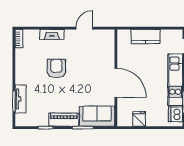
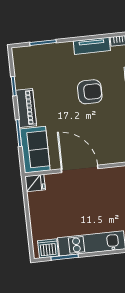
door: (116, 83) -> (80, 169), swing flipped
tv unit: (20, 99) -> (92, 46), moved
fridge: (139, 119) -> (35, 183), moved

